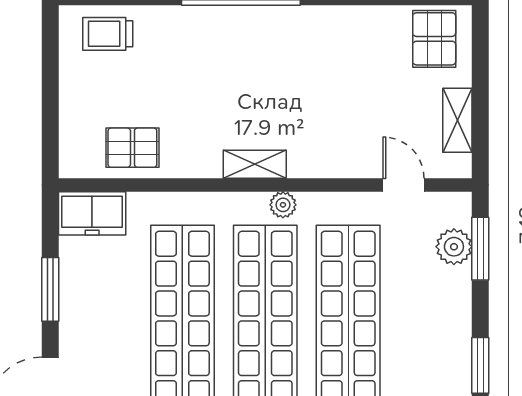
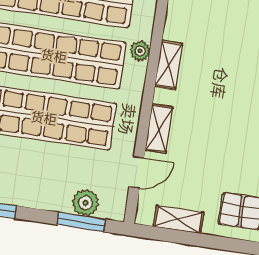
shelving: (341, 164) -> (159, 129), added
plant: (283, 205) -> (140, 51), moved

